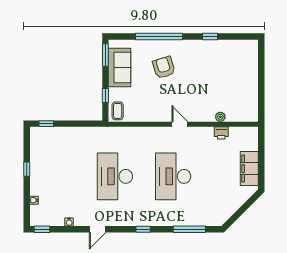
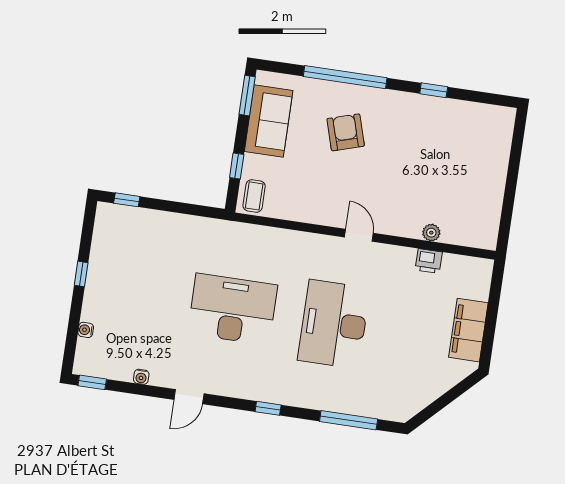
desk: (115, 176) -> (233, 309), turned 90

